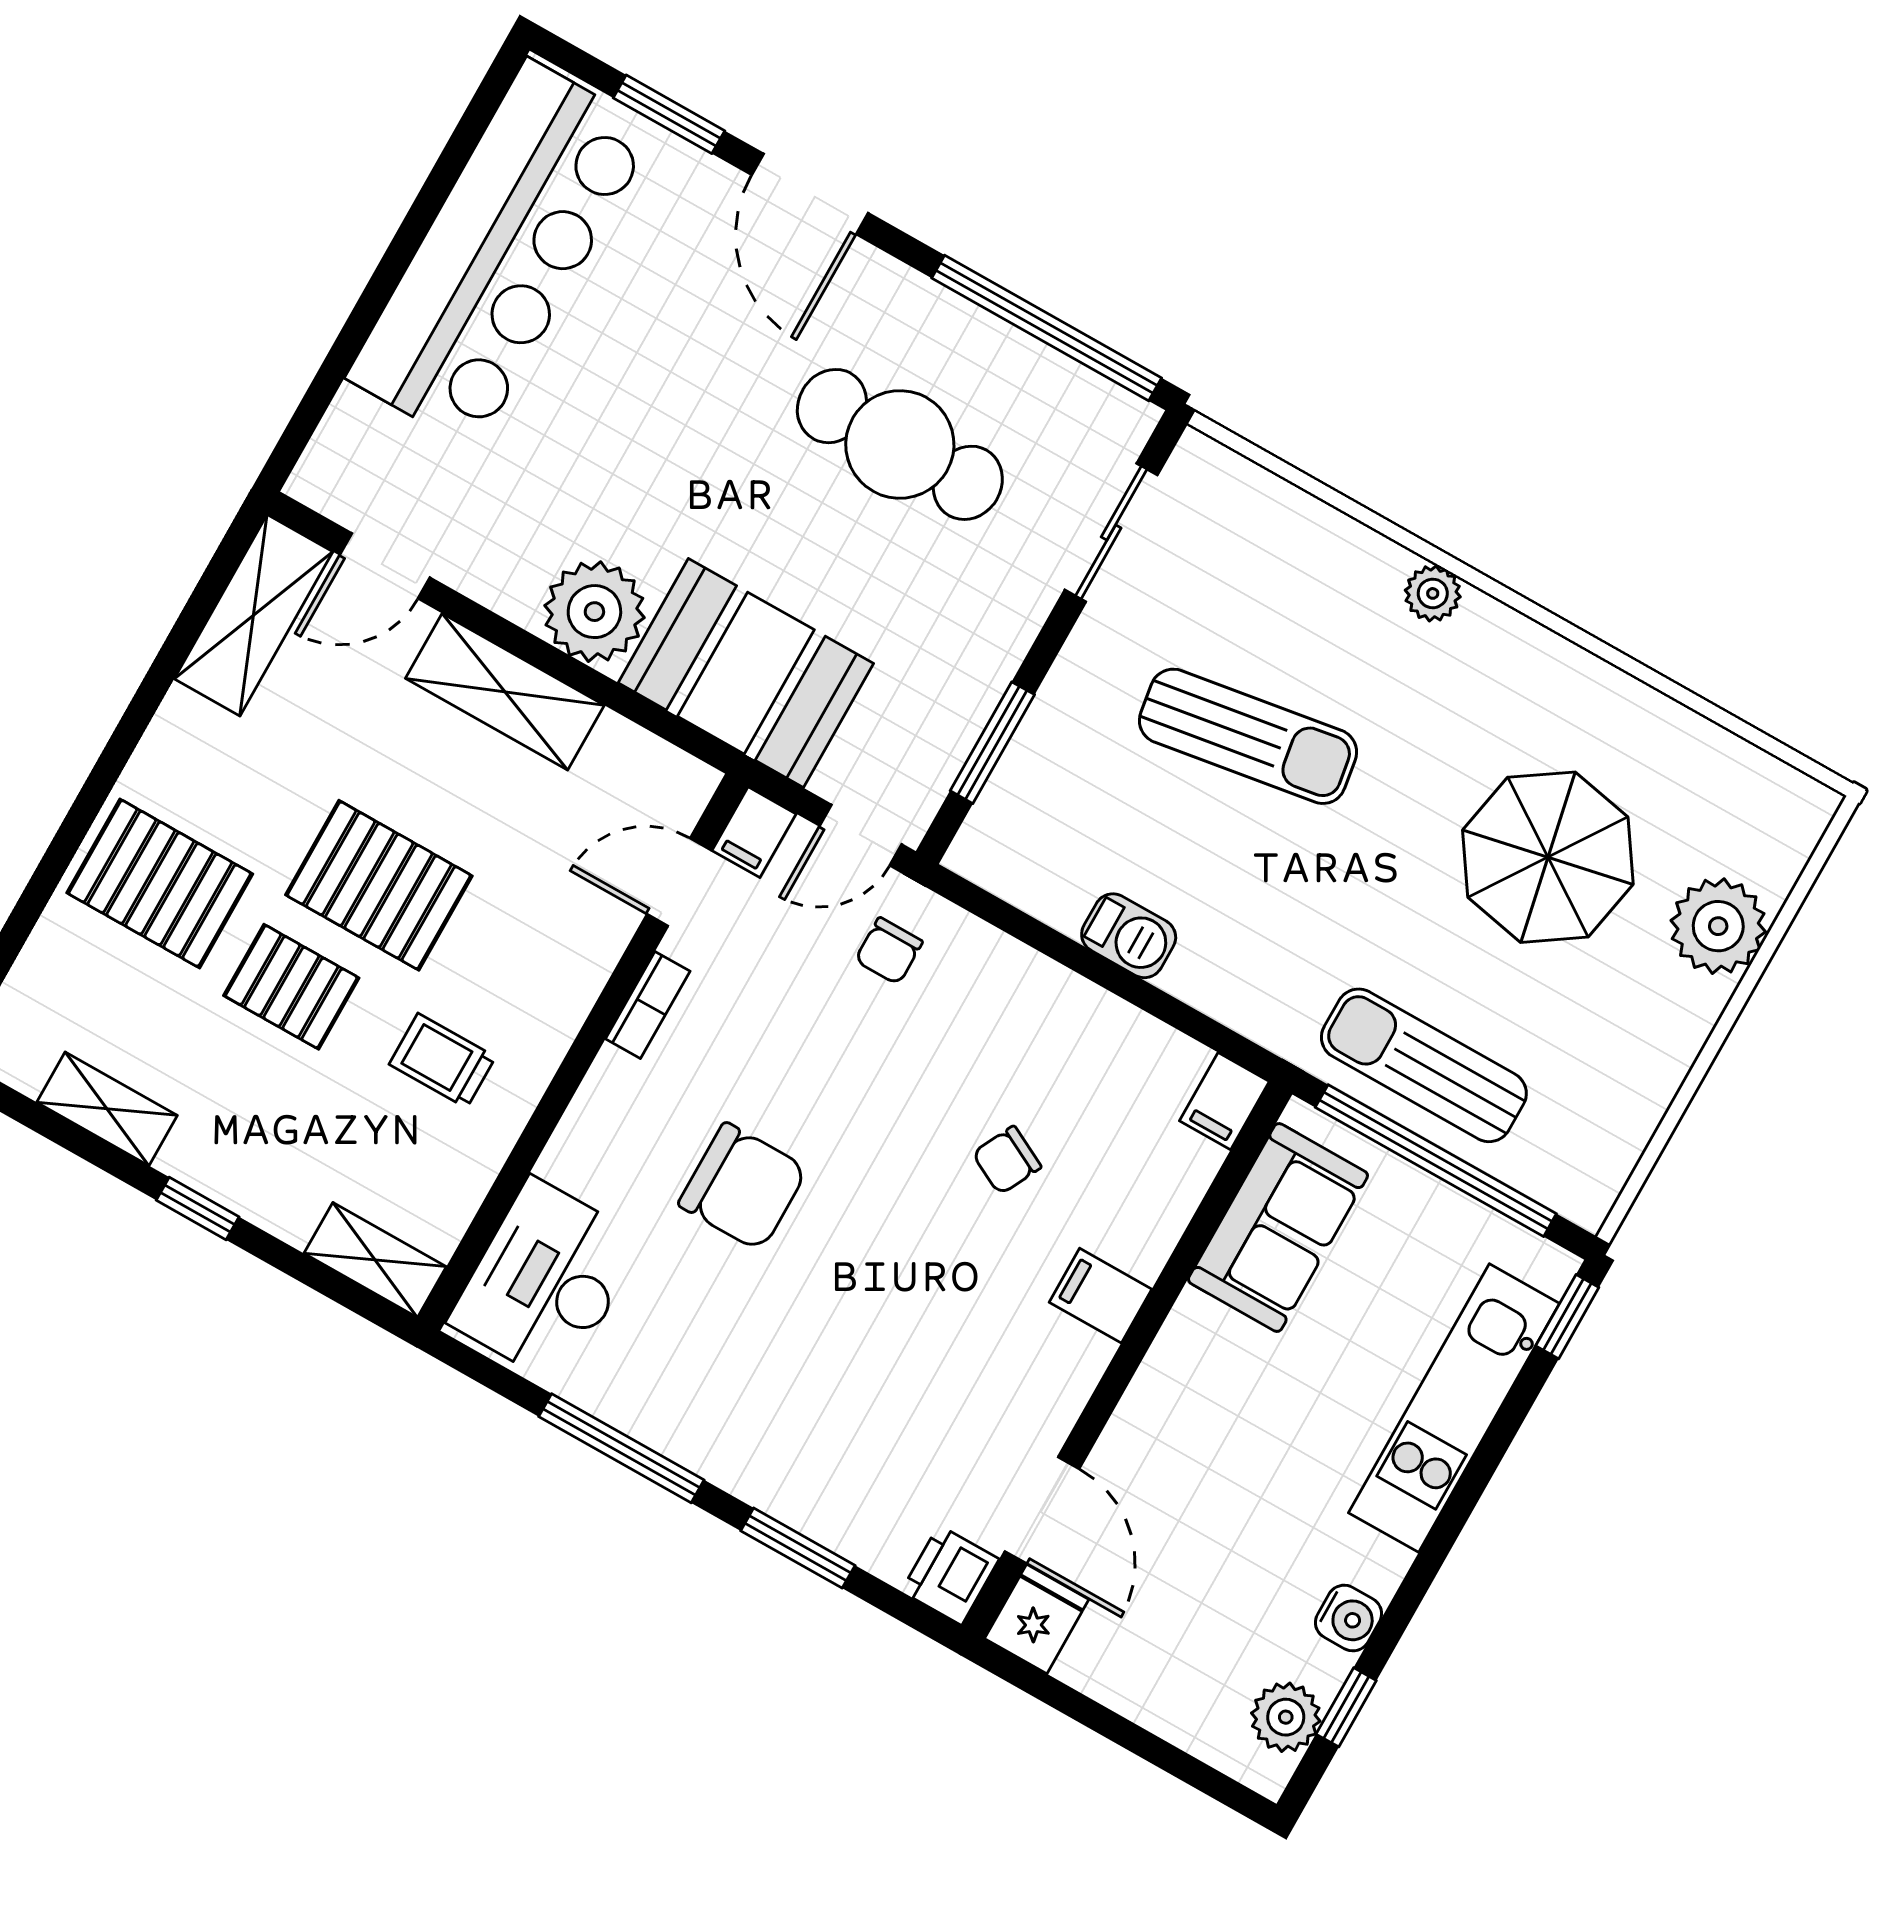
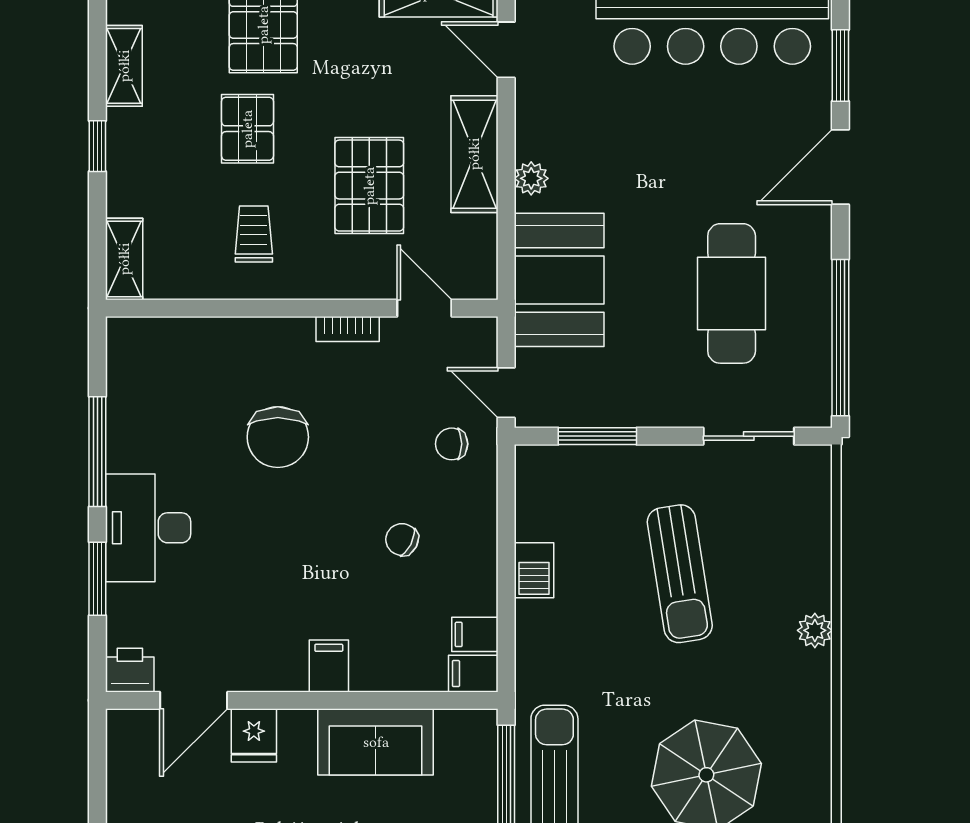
plant: (594, 612) -> (531, 178), width x0.53, depth x0.53
filing cabinet: (754, 832) -> (475, 634), moved
pallet: (379, 885) -> (369, 186), moved
chair: (1007, 1160) -> (402, 539), moved
sofa: (1278, 1228) -> (376, 742), moved
desk: (546, 1281) -> (148, 528), moved, turned -90
fridge: (1037, 1619) -> (254, 735), moved, turned 90

